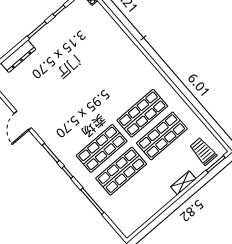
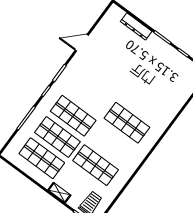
shop shelf: (142, 113) -> (127, 123), moved
shop shelf: (141, 194) -> (42, 158), added

